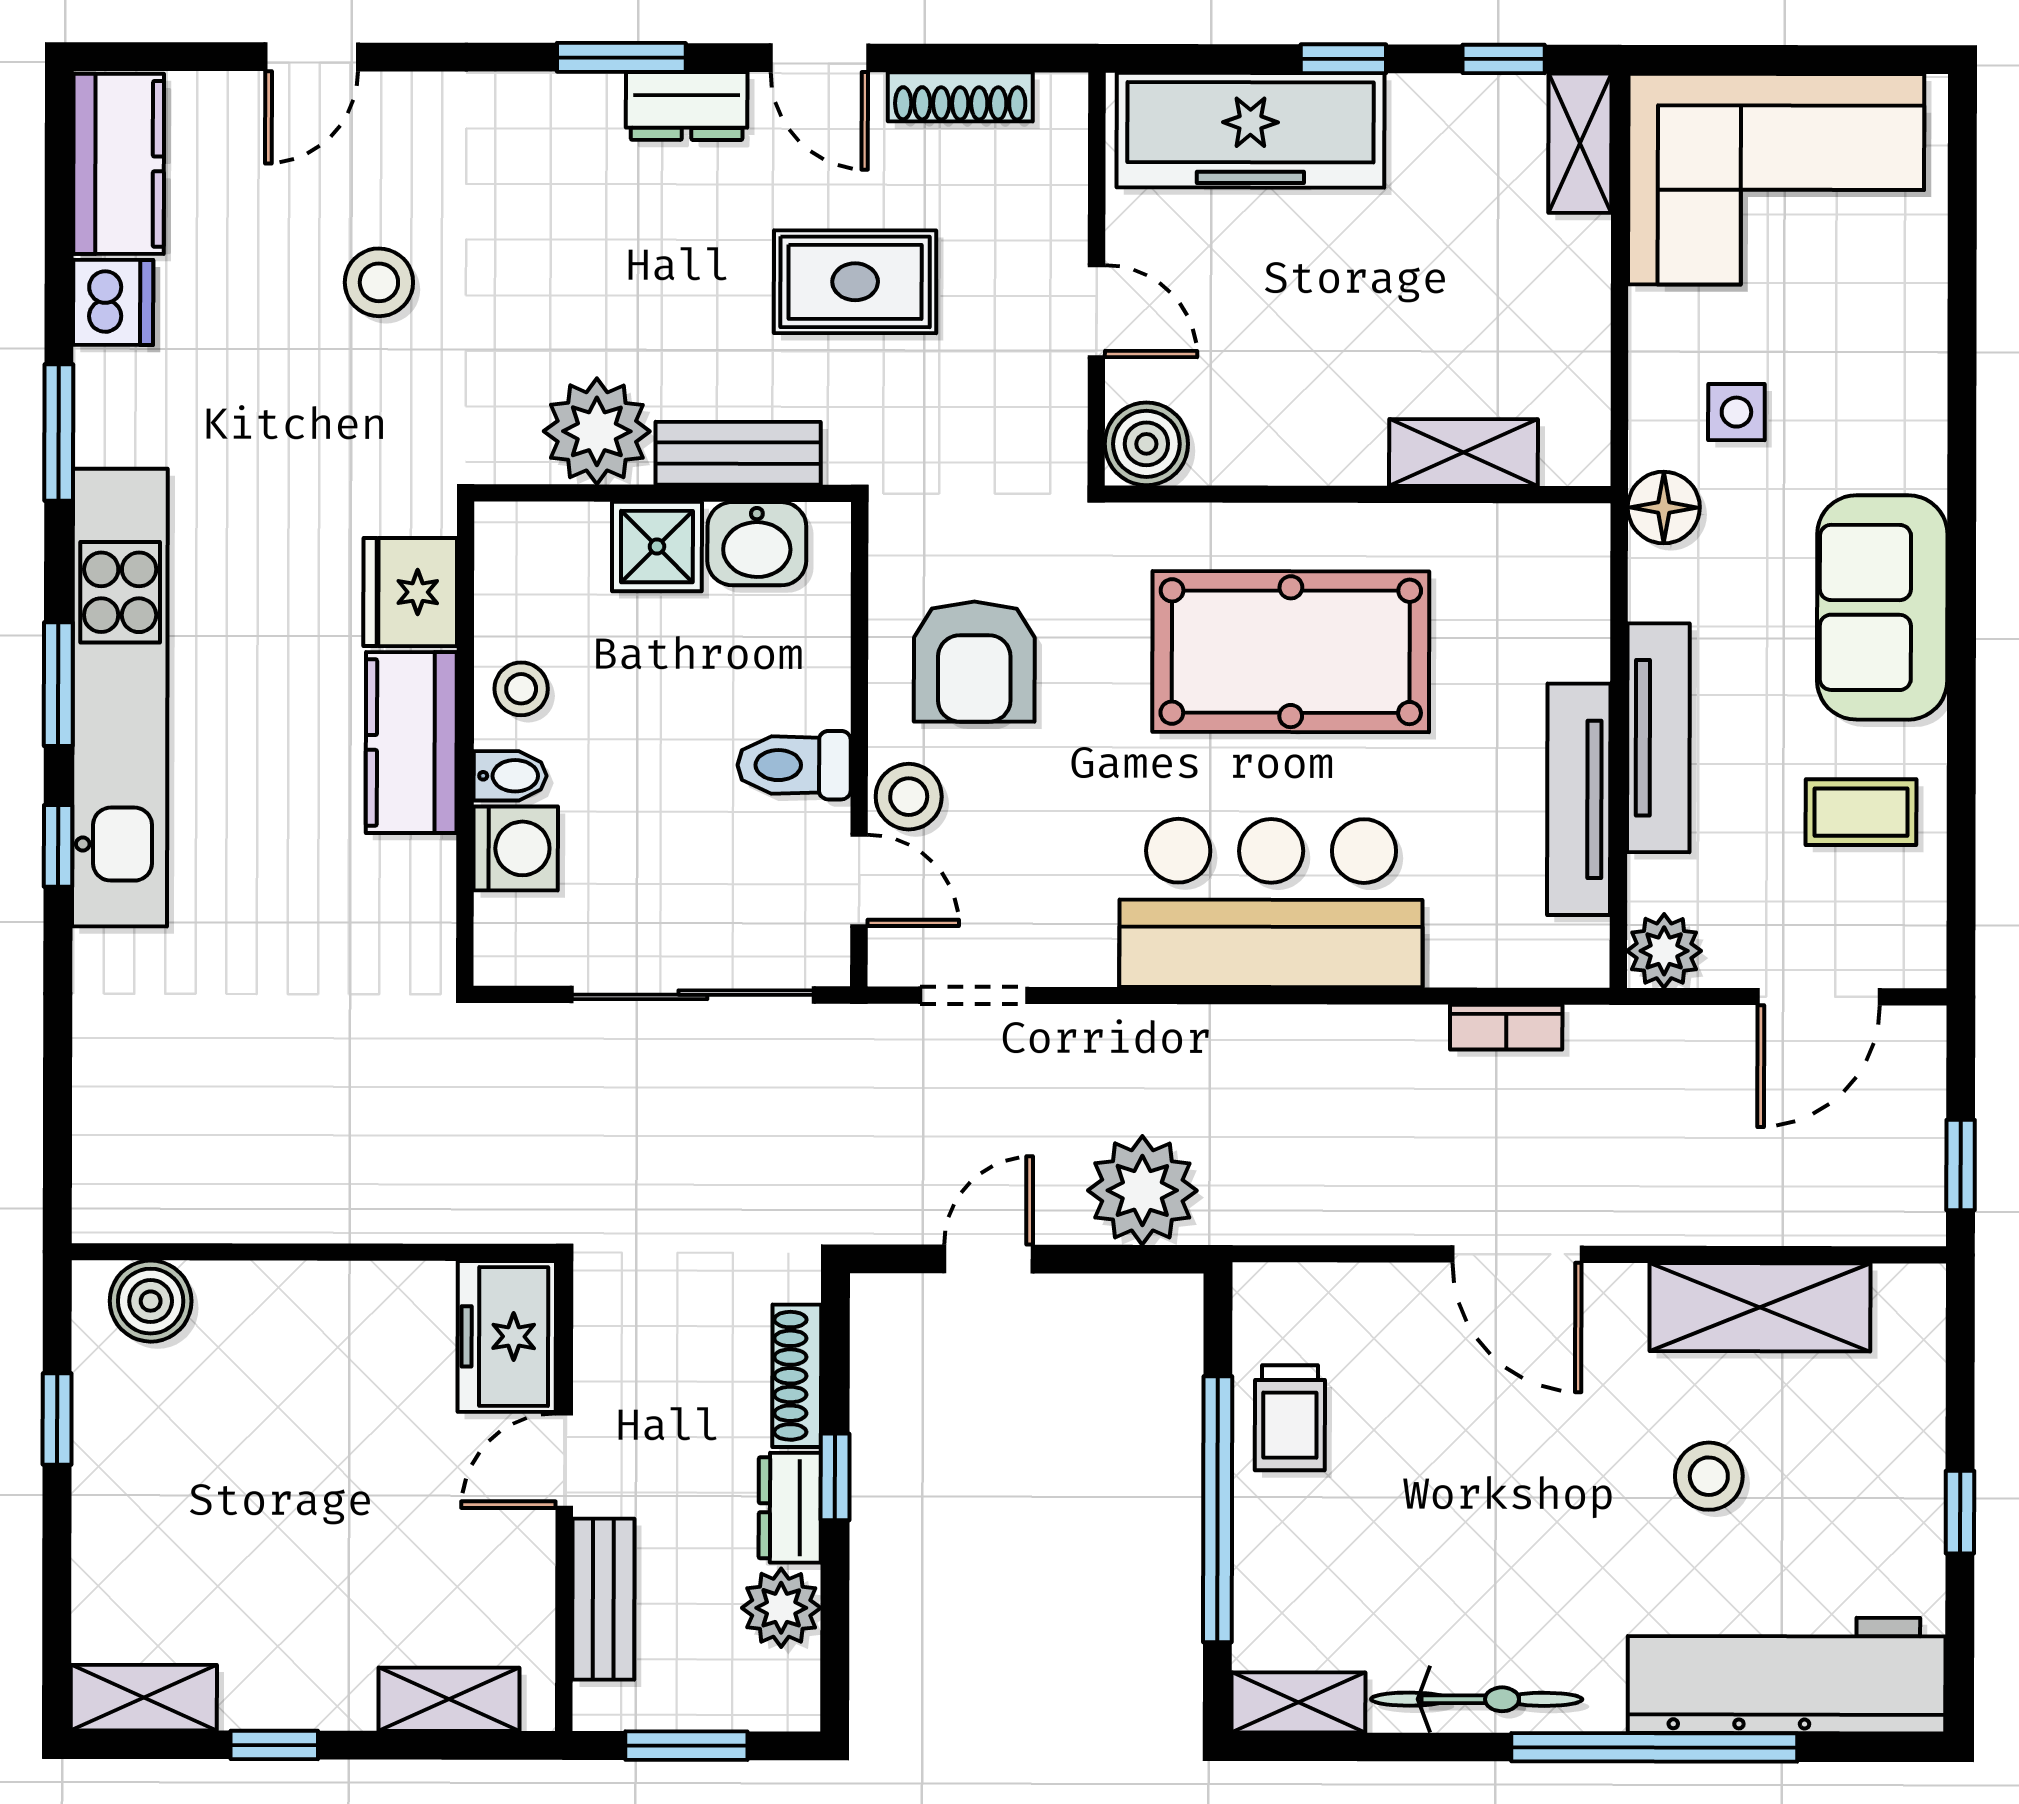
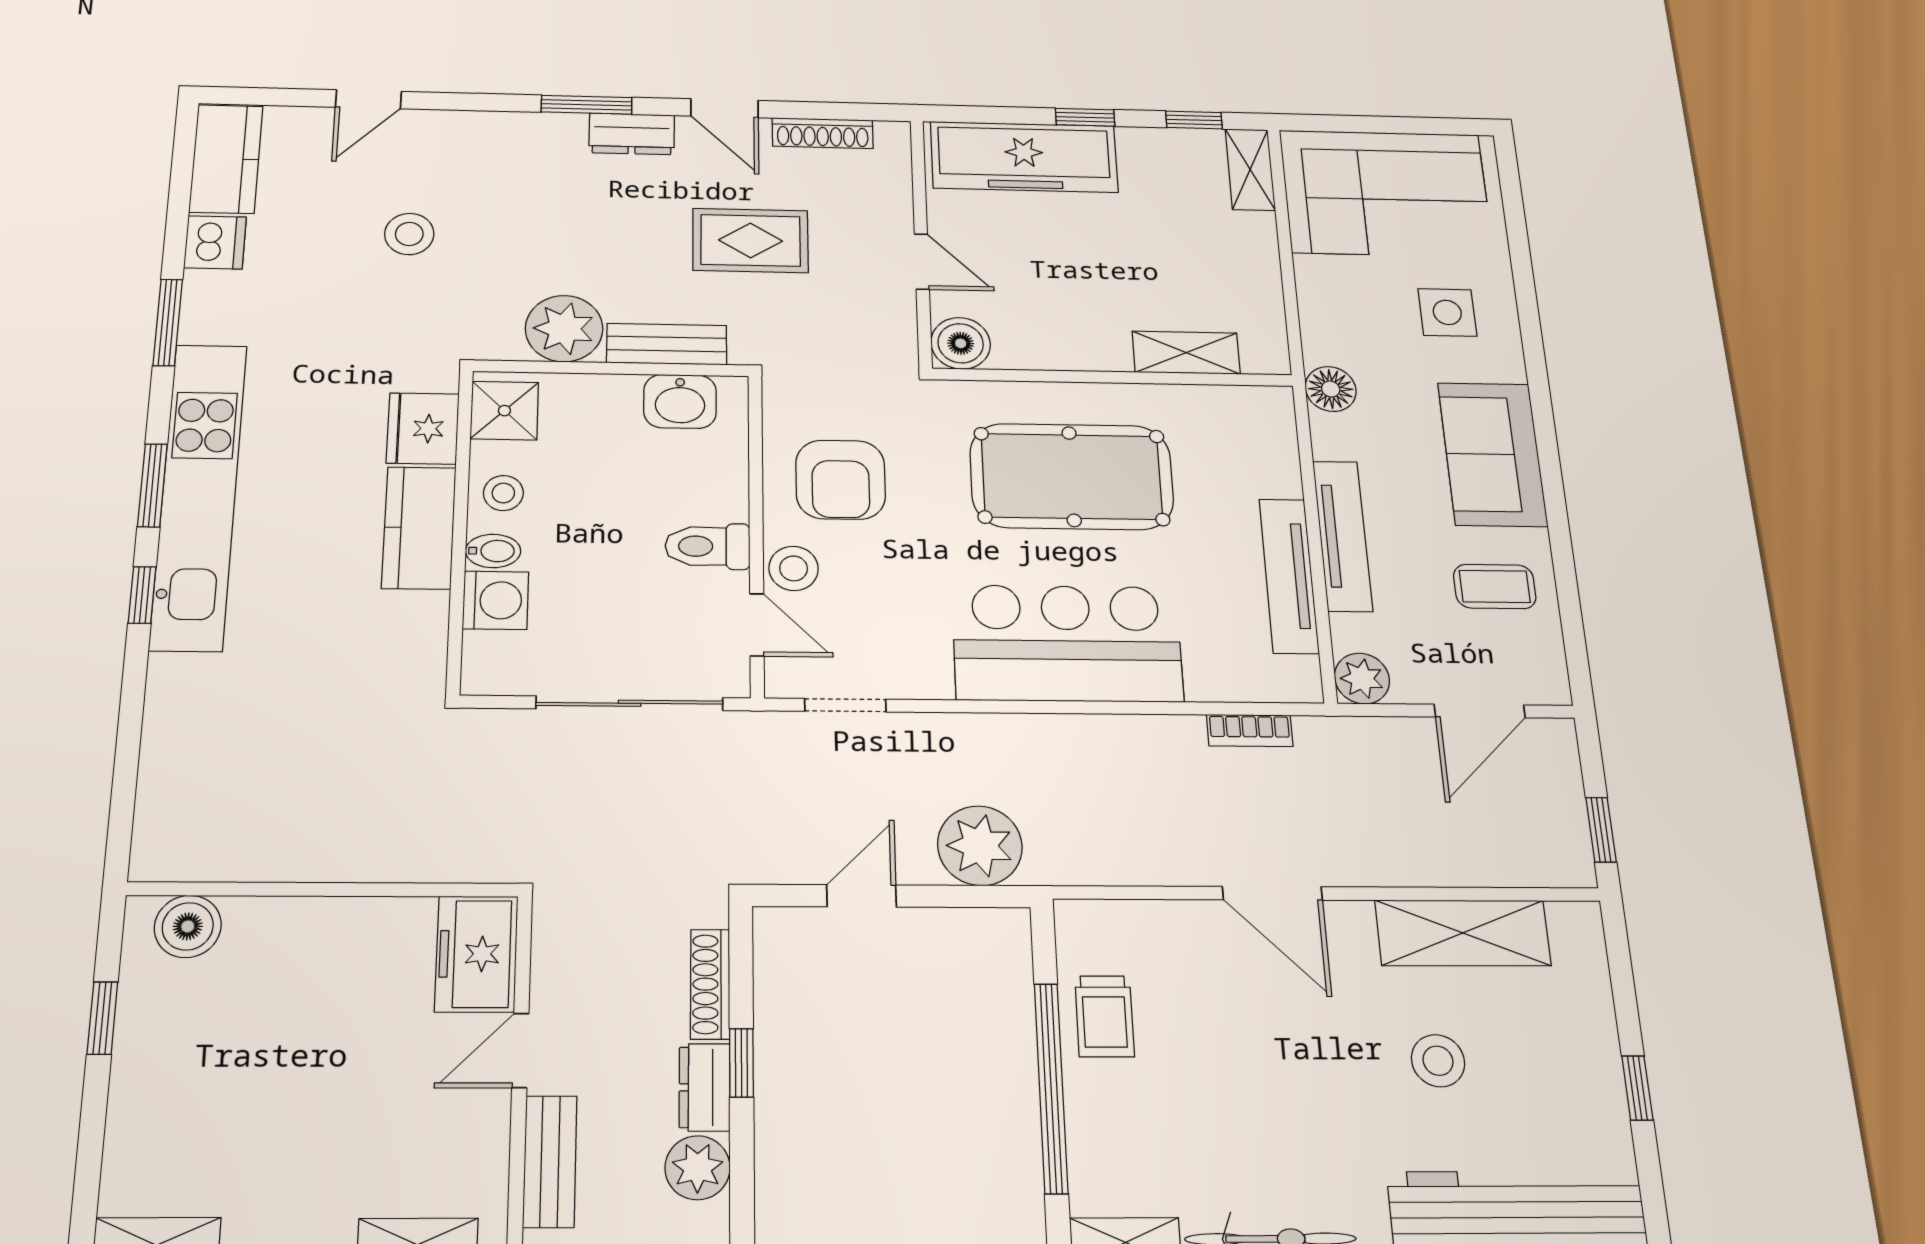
side table: (1736, 412) -> (1447, 312), moved, width x1.37, depth x1.37
shower: (657, 547) -> (504, 411), moved

